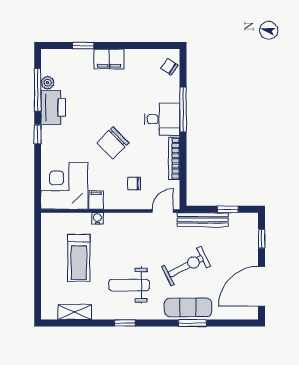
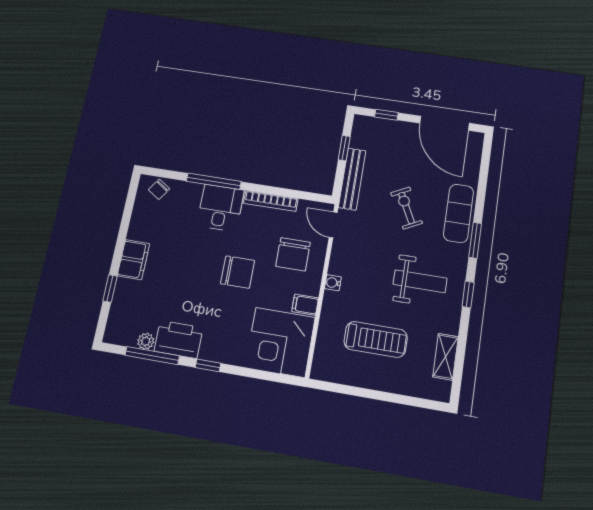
chair: (113, 143) -> (238, 272), turned -45
chair: (134, 184) -> (293, 254), width x1.87, depth x1.87
water cooler: (97, 218) -> (333, 283), moved
exercise bike: (186, 266) -> (406, 208), width x0.73, depth x0.72
weight bench: (129, 285) -> (420, 281), turned -90
window: (192, 323) -> (475, 240), moved

